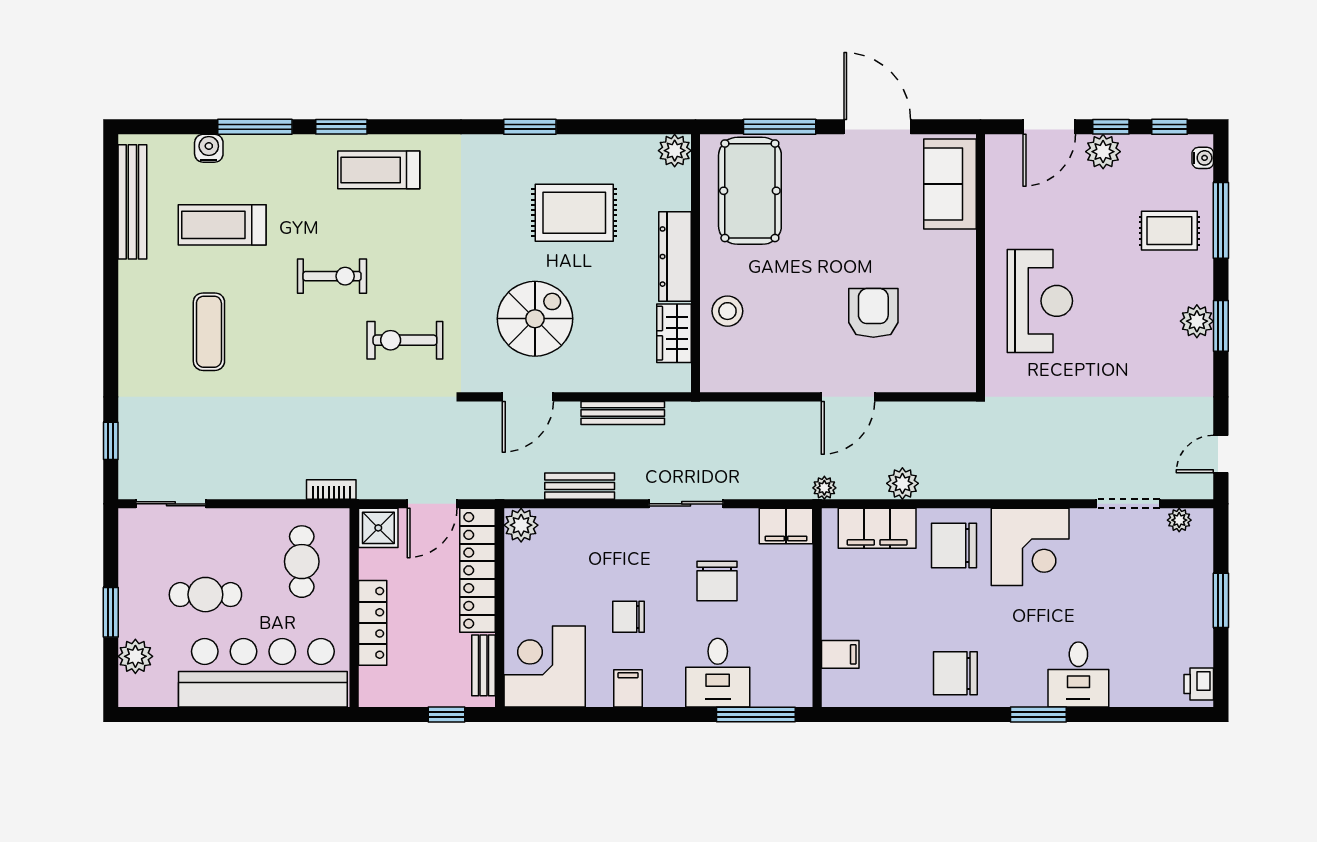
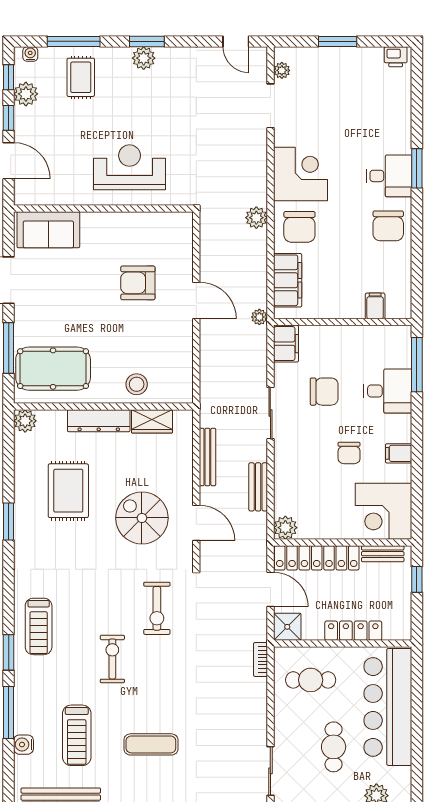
plant: (1103, 152) -> (26, 94), moved
plant: (902, 483) -> (256, 218), moved
desk: (1078, 674) -> (389, 176), moved

